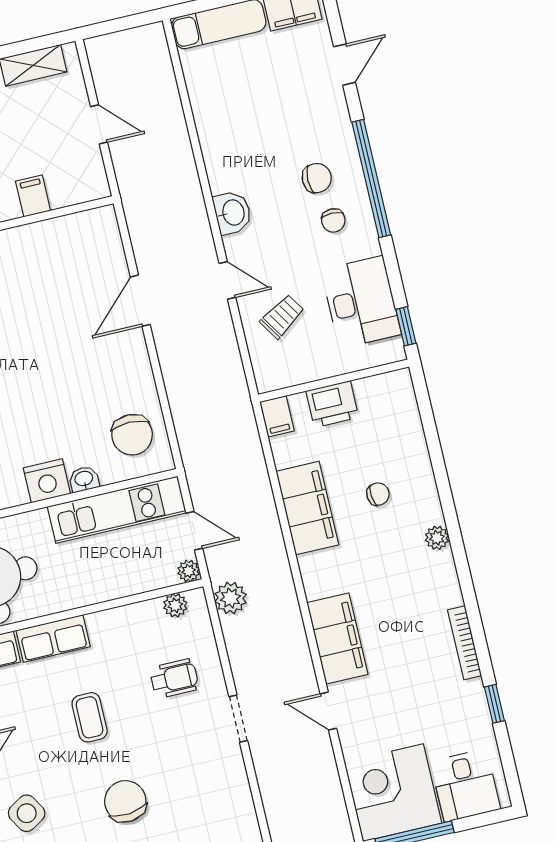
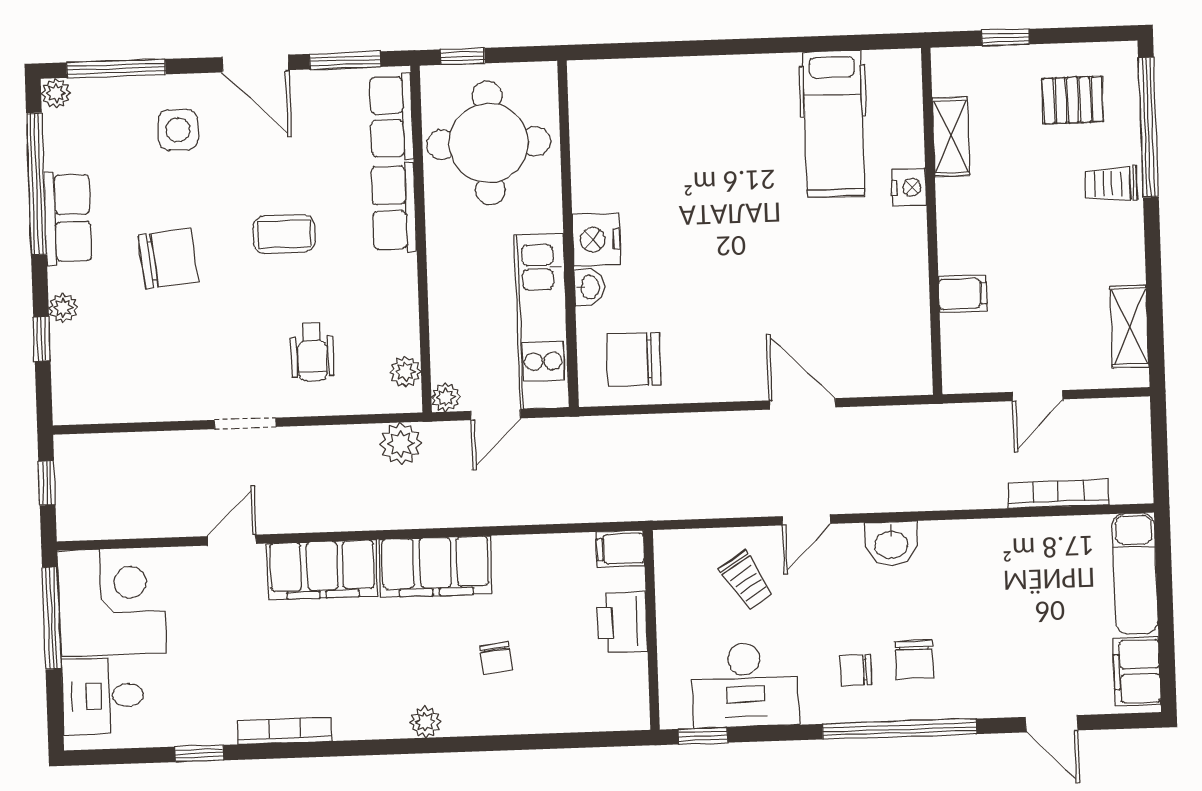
bookcase: (170, 94) -> (1059, 494), added
filing cabinet: (307, 508) -> (435, 567), moved
side table: (27, 813) -> (178, 130), turned 31

